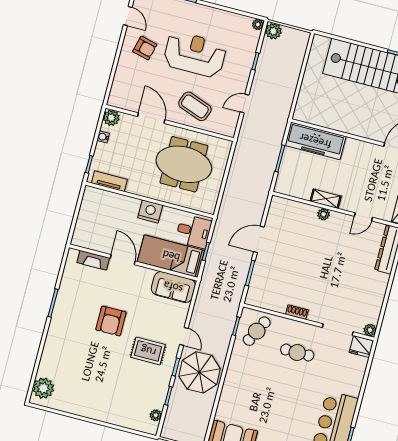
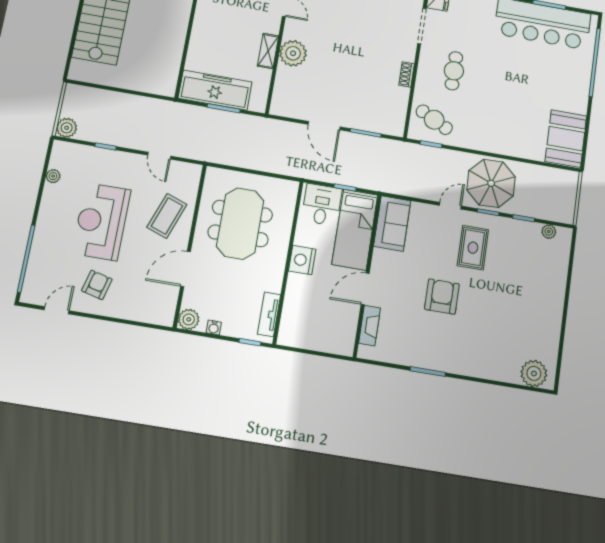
plant: (258, 24) -> (53, 176), moved
freezer: (315, 141) -> (215, 90), moved, turned -90
plant: (323, 214) -> (293, 53), width x1.87, depth x1.87
armchair: (111, 321) -> (442, 297), turned -90

